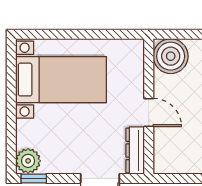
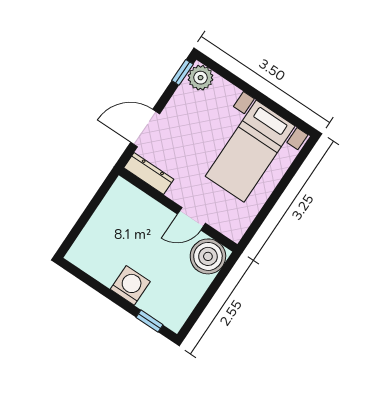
door: (149, 112) -> (191, 219), moved

